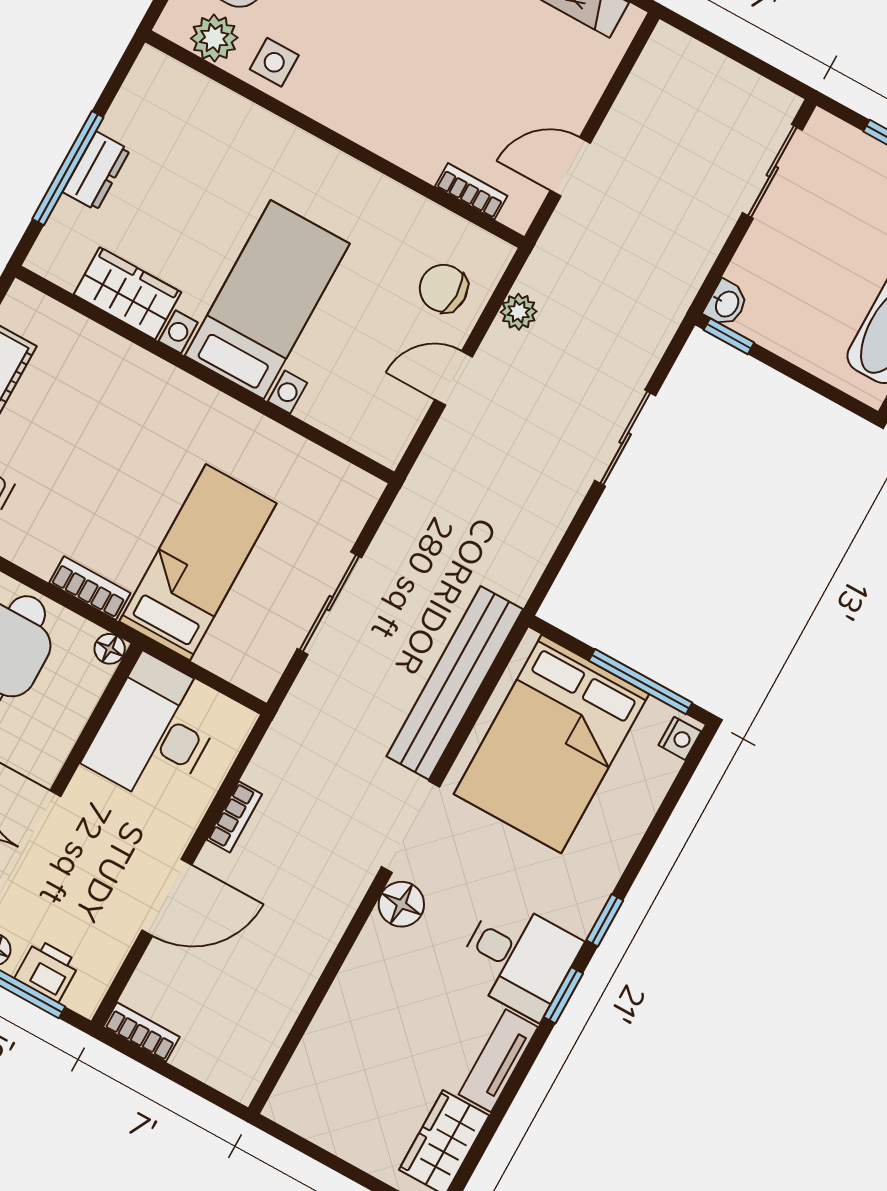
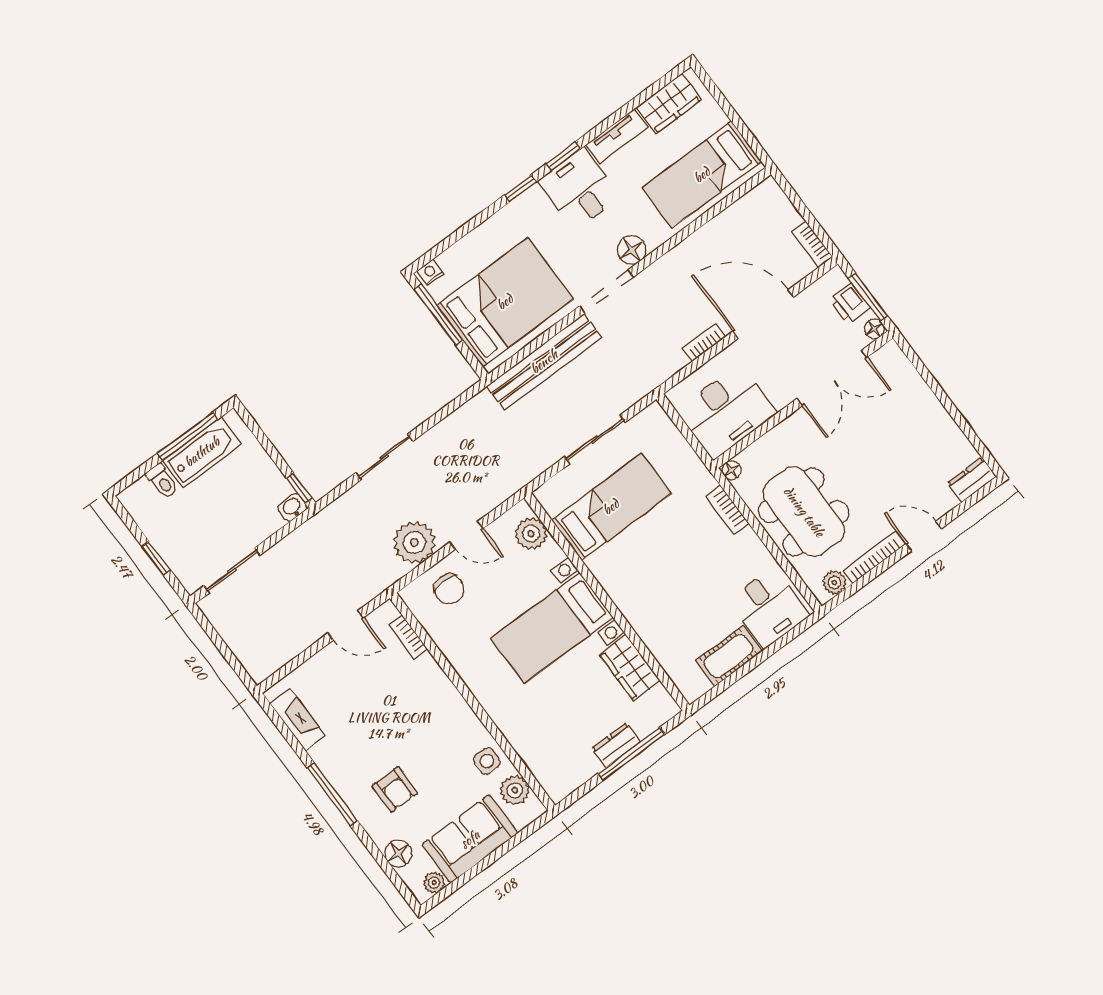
plant: (519, 312) -> (414, 542), width x1.87, depth x1.87
plant: (360, 423) -> (531, 534), added
bed: (198, 562) -> (611, 507), moved, turned 180
door: (167, 897) -> (763, 314), width x1.36
bed: (349, 1060) -> (702, 175), added

